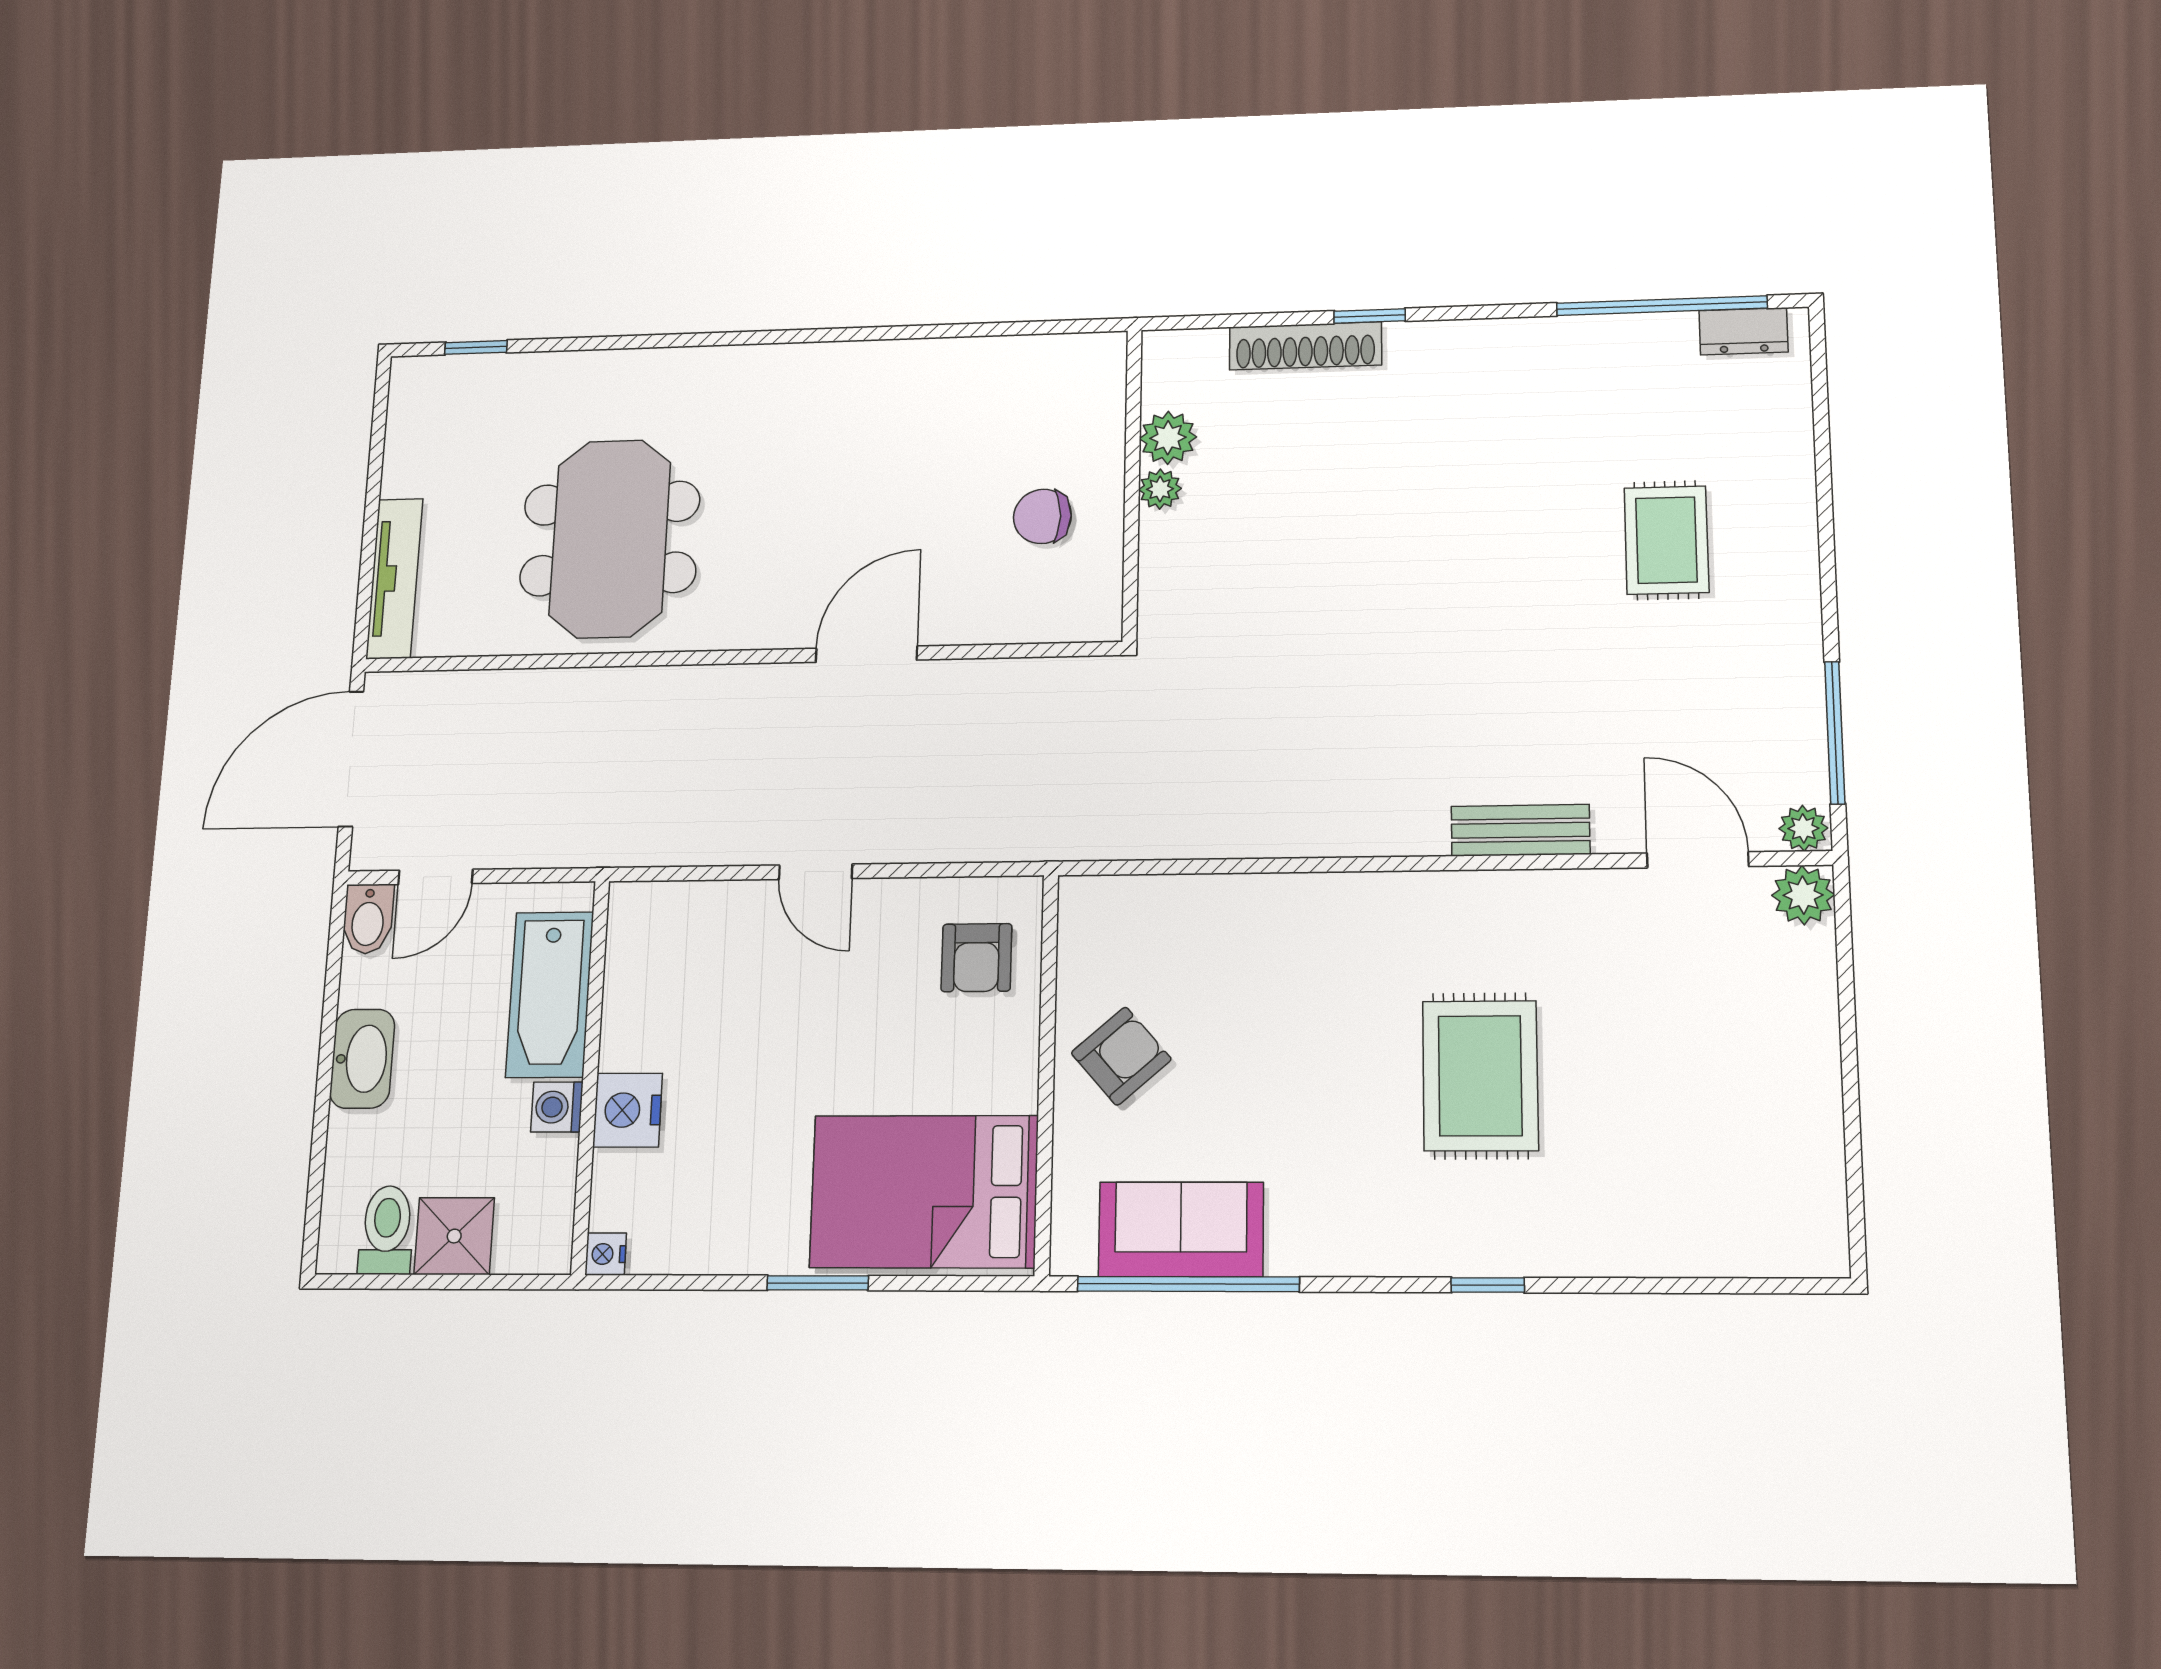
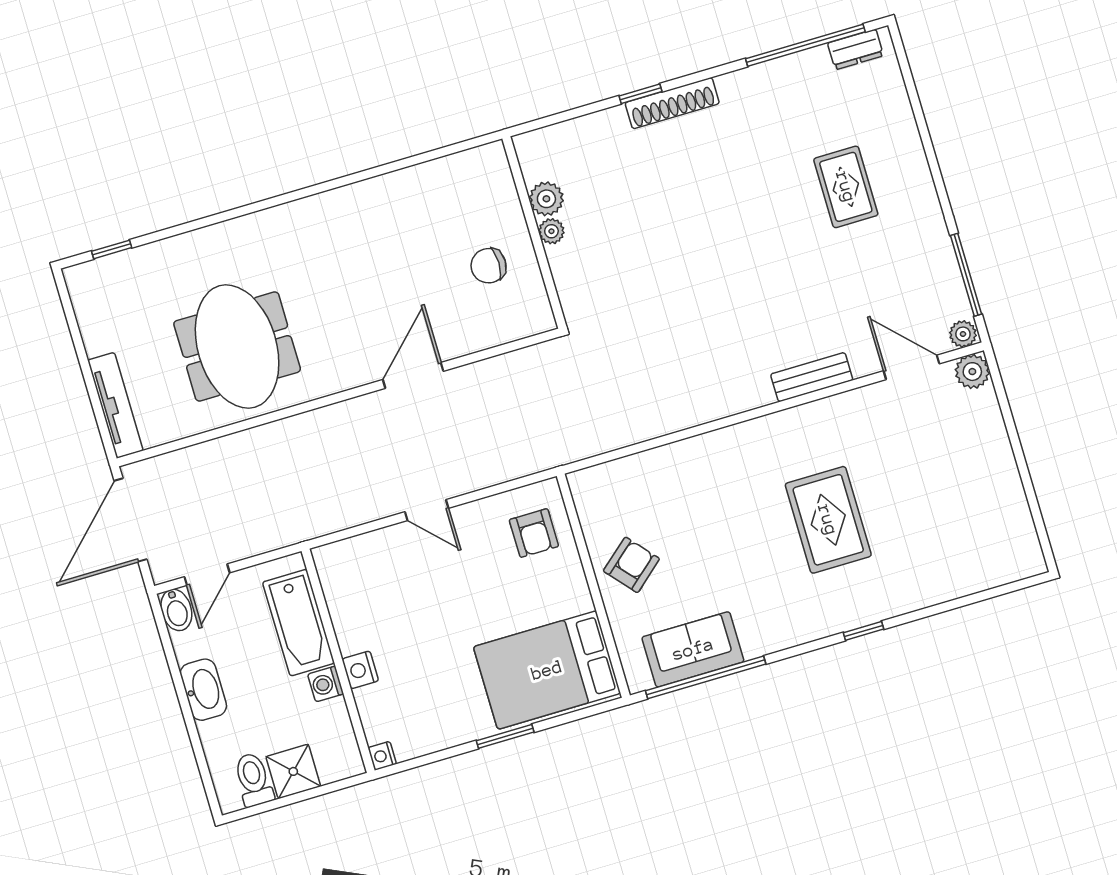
shoe rack: (1305, 346) -> (672, 103), moved
nightstand: (628, 1110) -> (360, 670), width x0.74, depth x0.75

